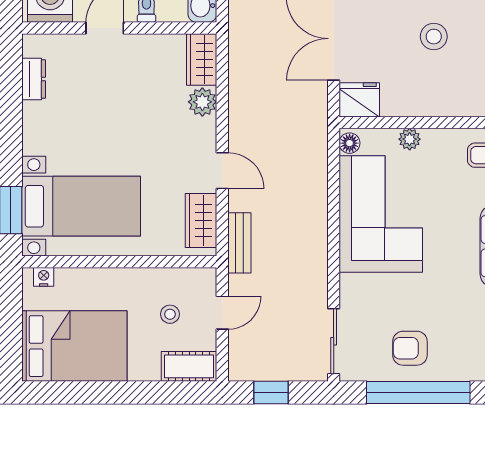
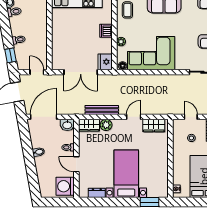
stool: (434, 37) -> (80, 32), removed
dishwasher: (436, 102) -> (106, 31), added
bed with nightstands: (81, 206) -> (126, 174), moved
bench: (239, 243) -> (102, 110), moved, width x1.36

